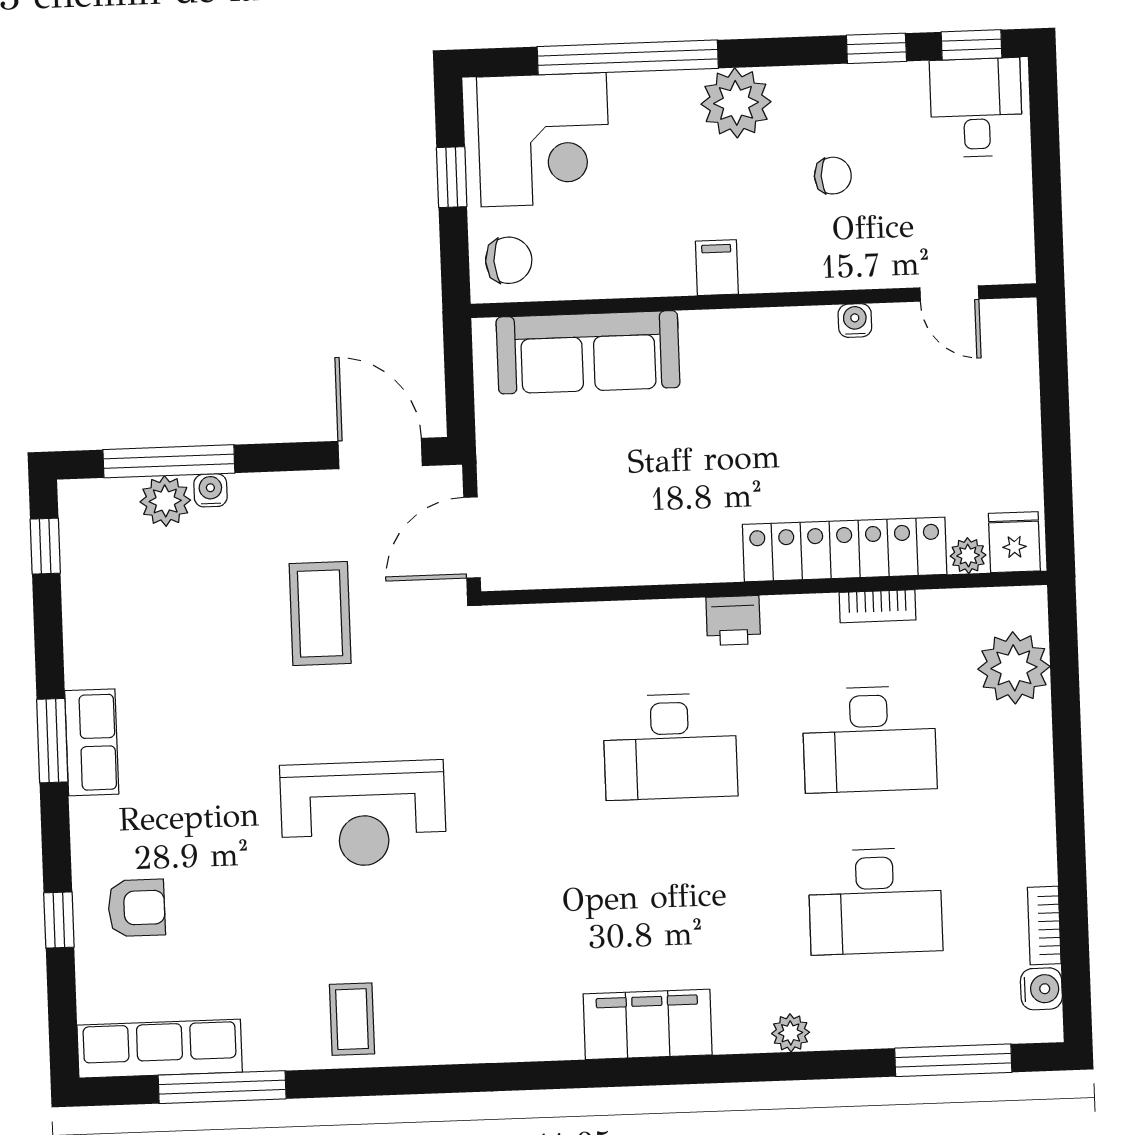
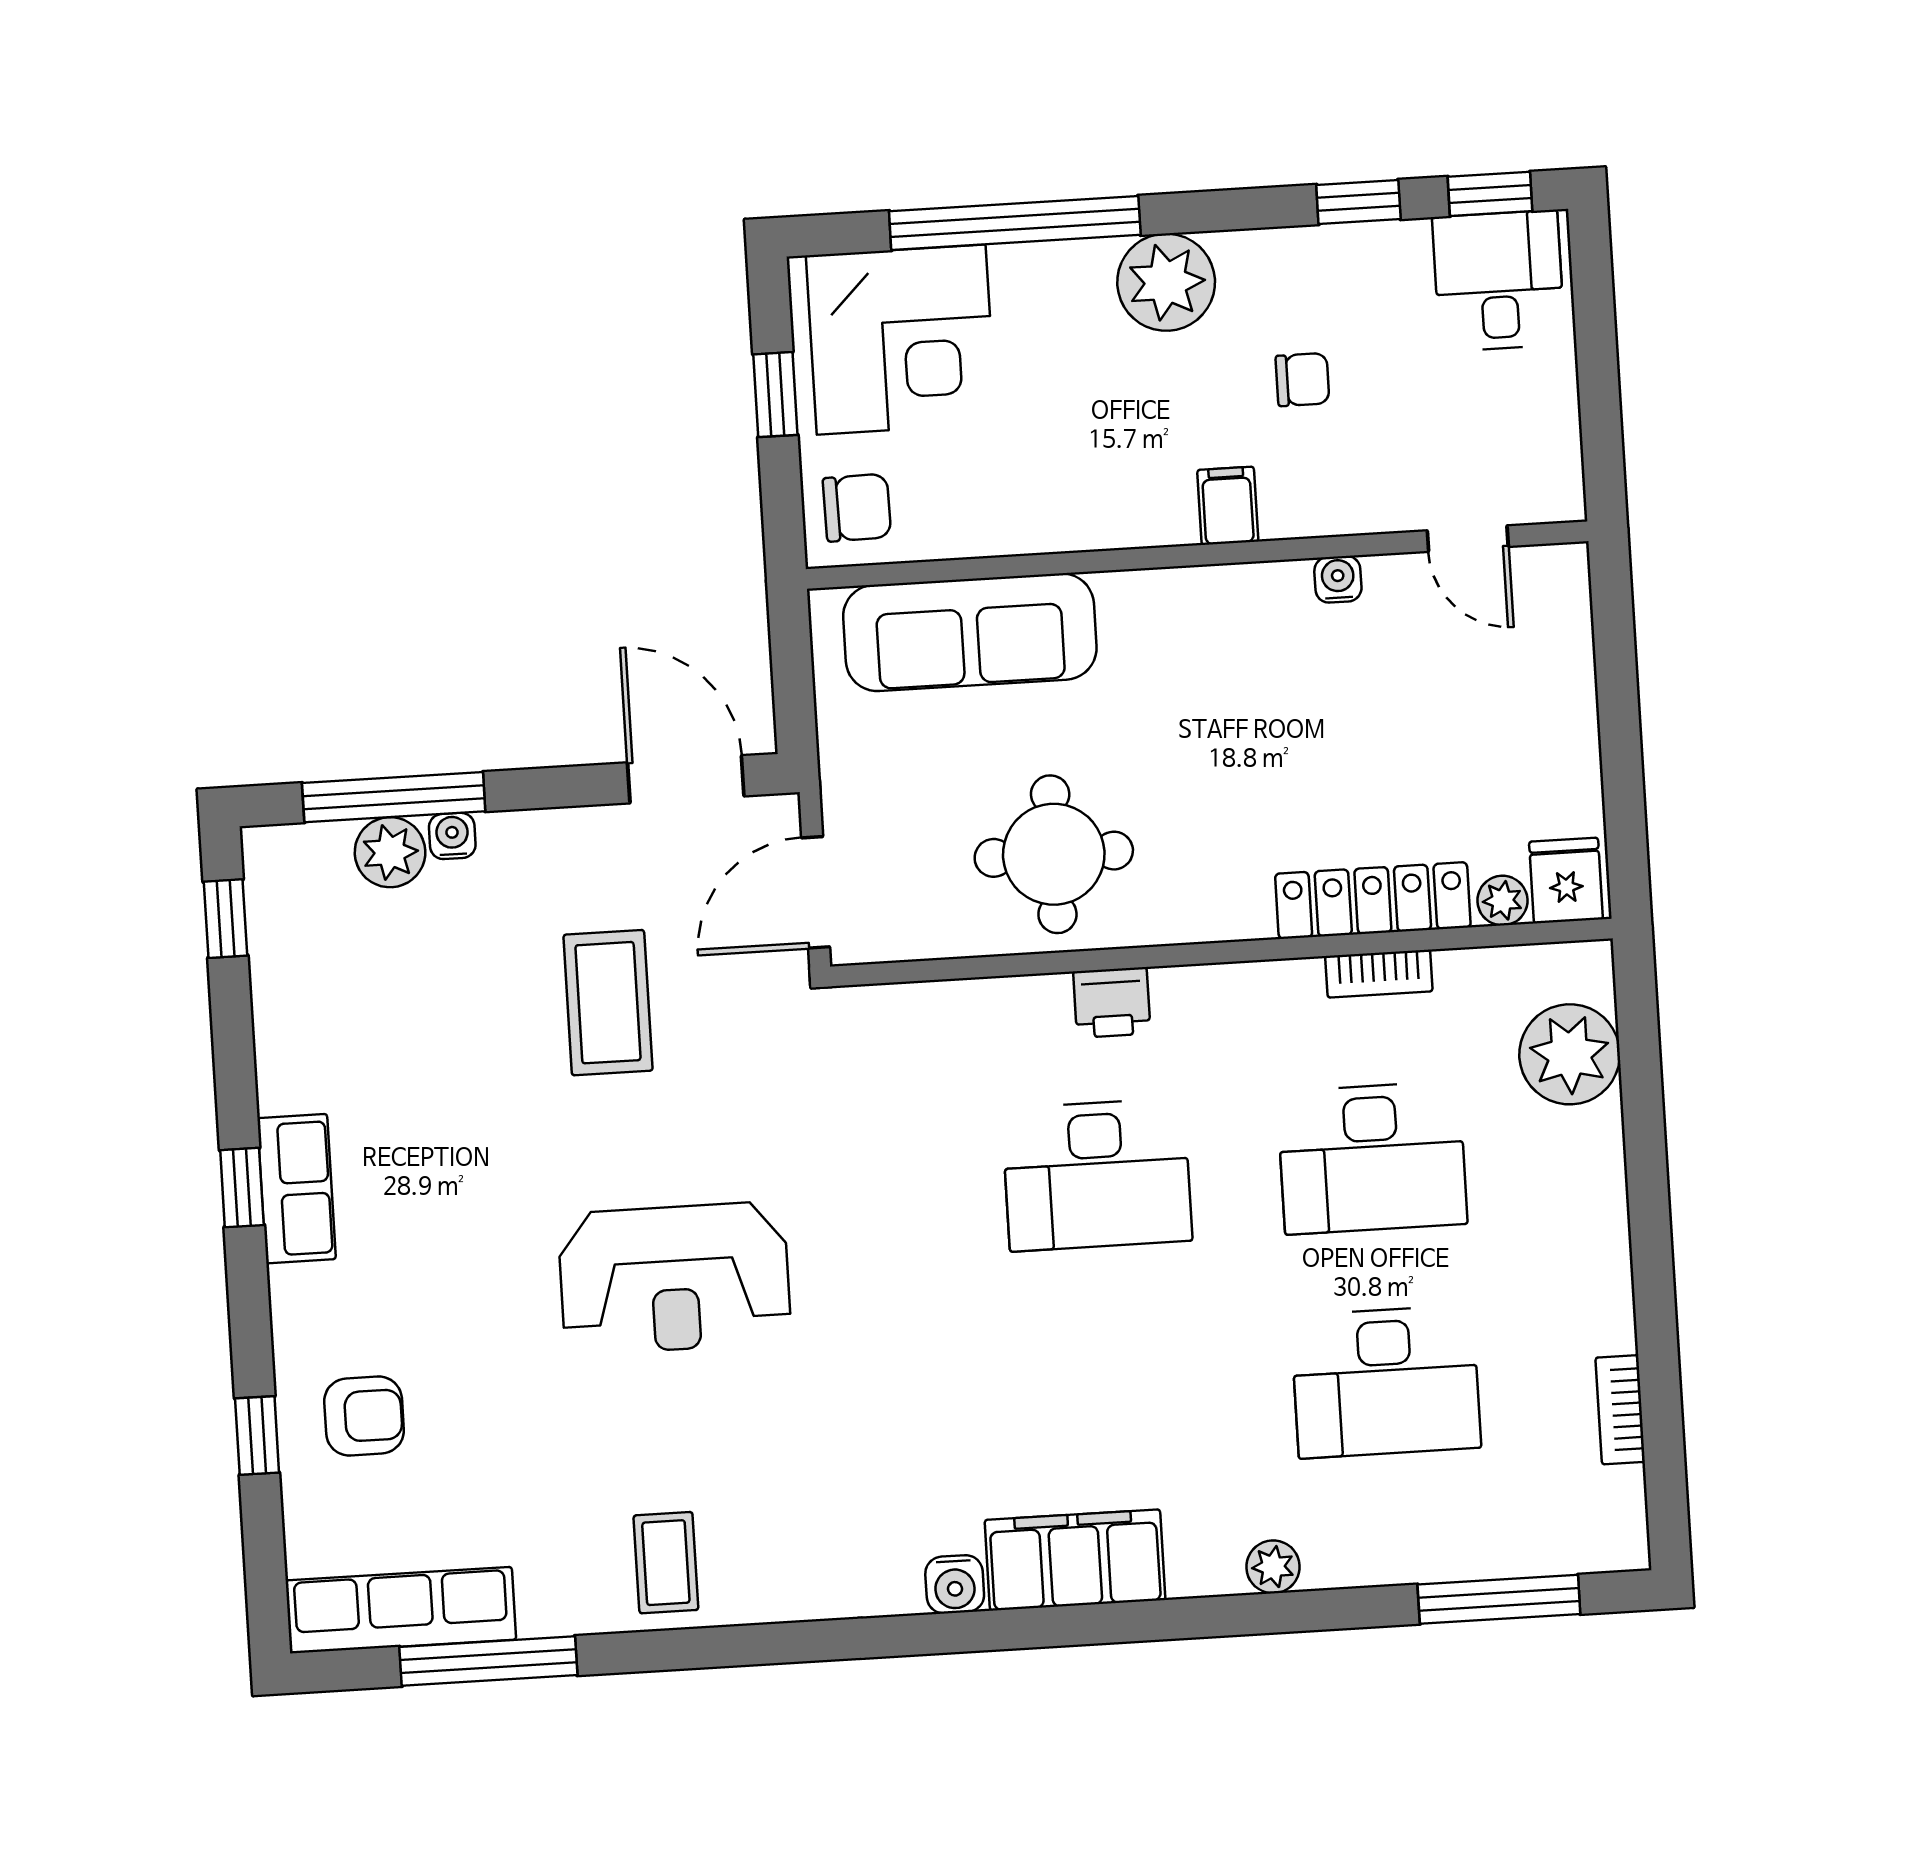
filing cabinet: (717, 268) -> (1228, 506), moved
round table: (645, 514) -> (1054, 854), added
locker: (845, 549) -> (1373, 901), width x0.71, depth x0.83
printer: (733, 621) -> (1112, 1003), moved
window: (52, 741) -> (242, 1188), width x0.67
water cooler: (1041, 989) -> (955, 1584), moved, turned 90

